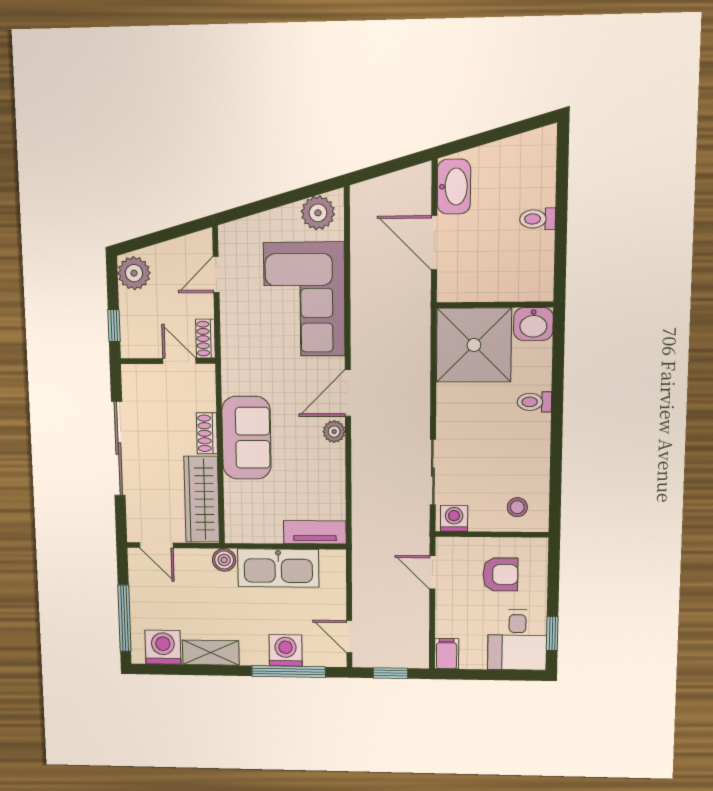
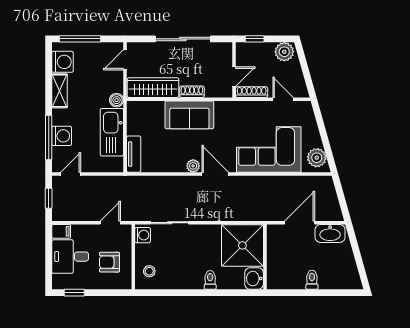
shoe rack: (205, 339) -> (252, 92), width x1.43
armchair: (500, 574) -> (109, 262), turned 90
desk: (517, 640) -> (70, 257), moved

